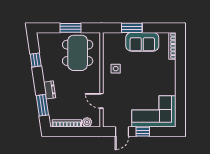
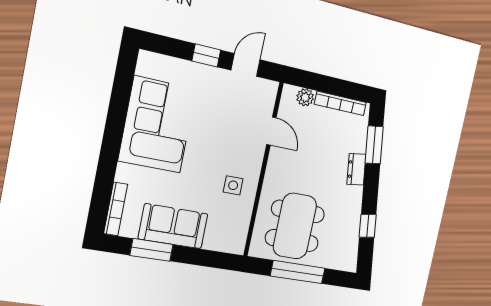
window: (71, 28) -> (298, 272), width x1.44
window: (132, 28) -> (152, 250), moved
corner sofa: (154, 111) -> (157, 125), moved, turned -90

